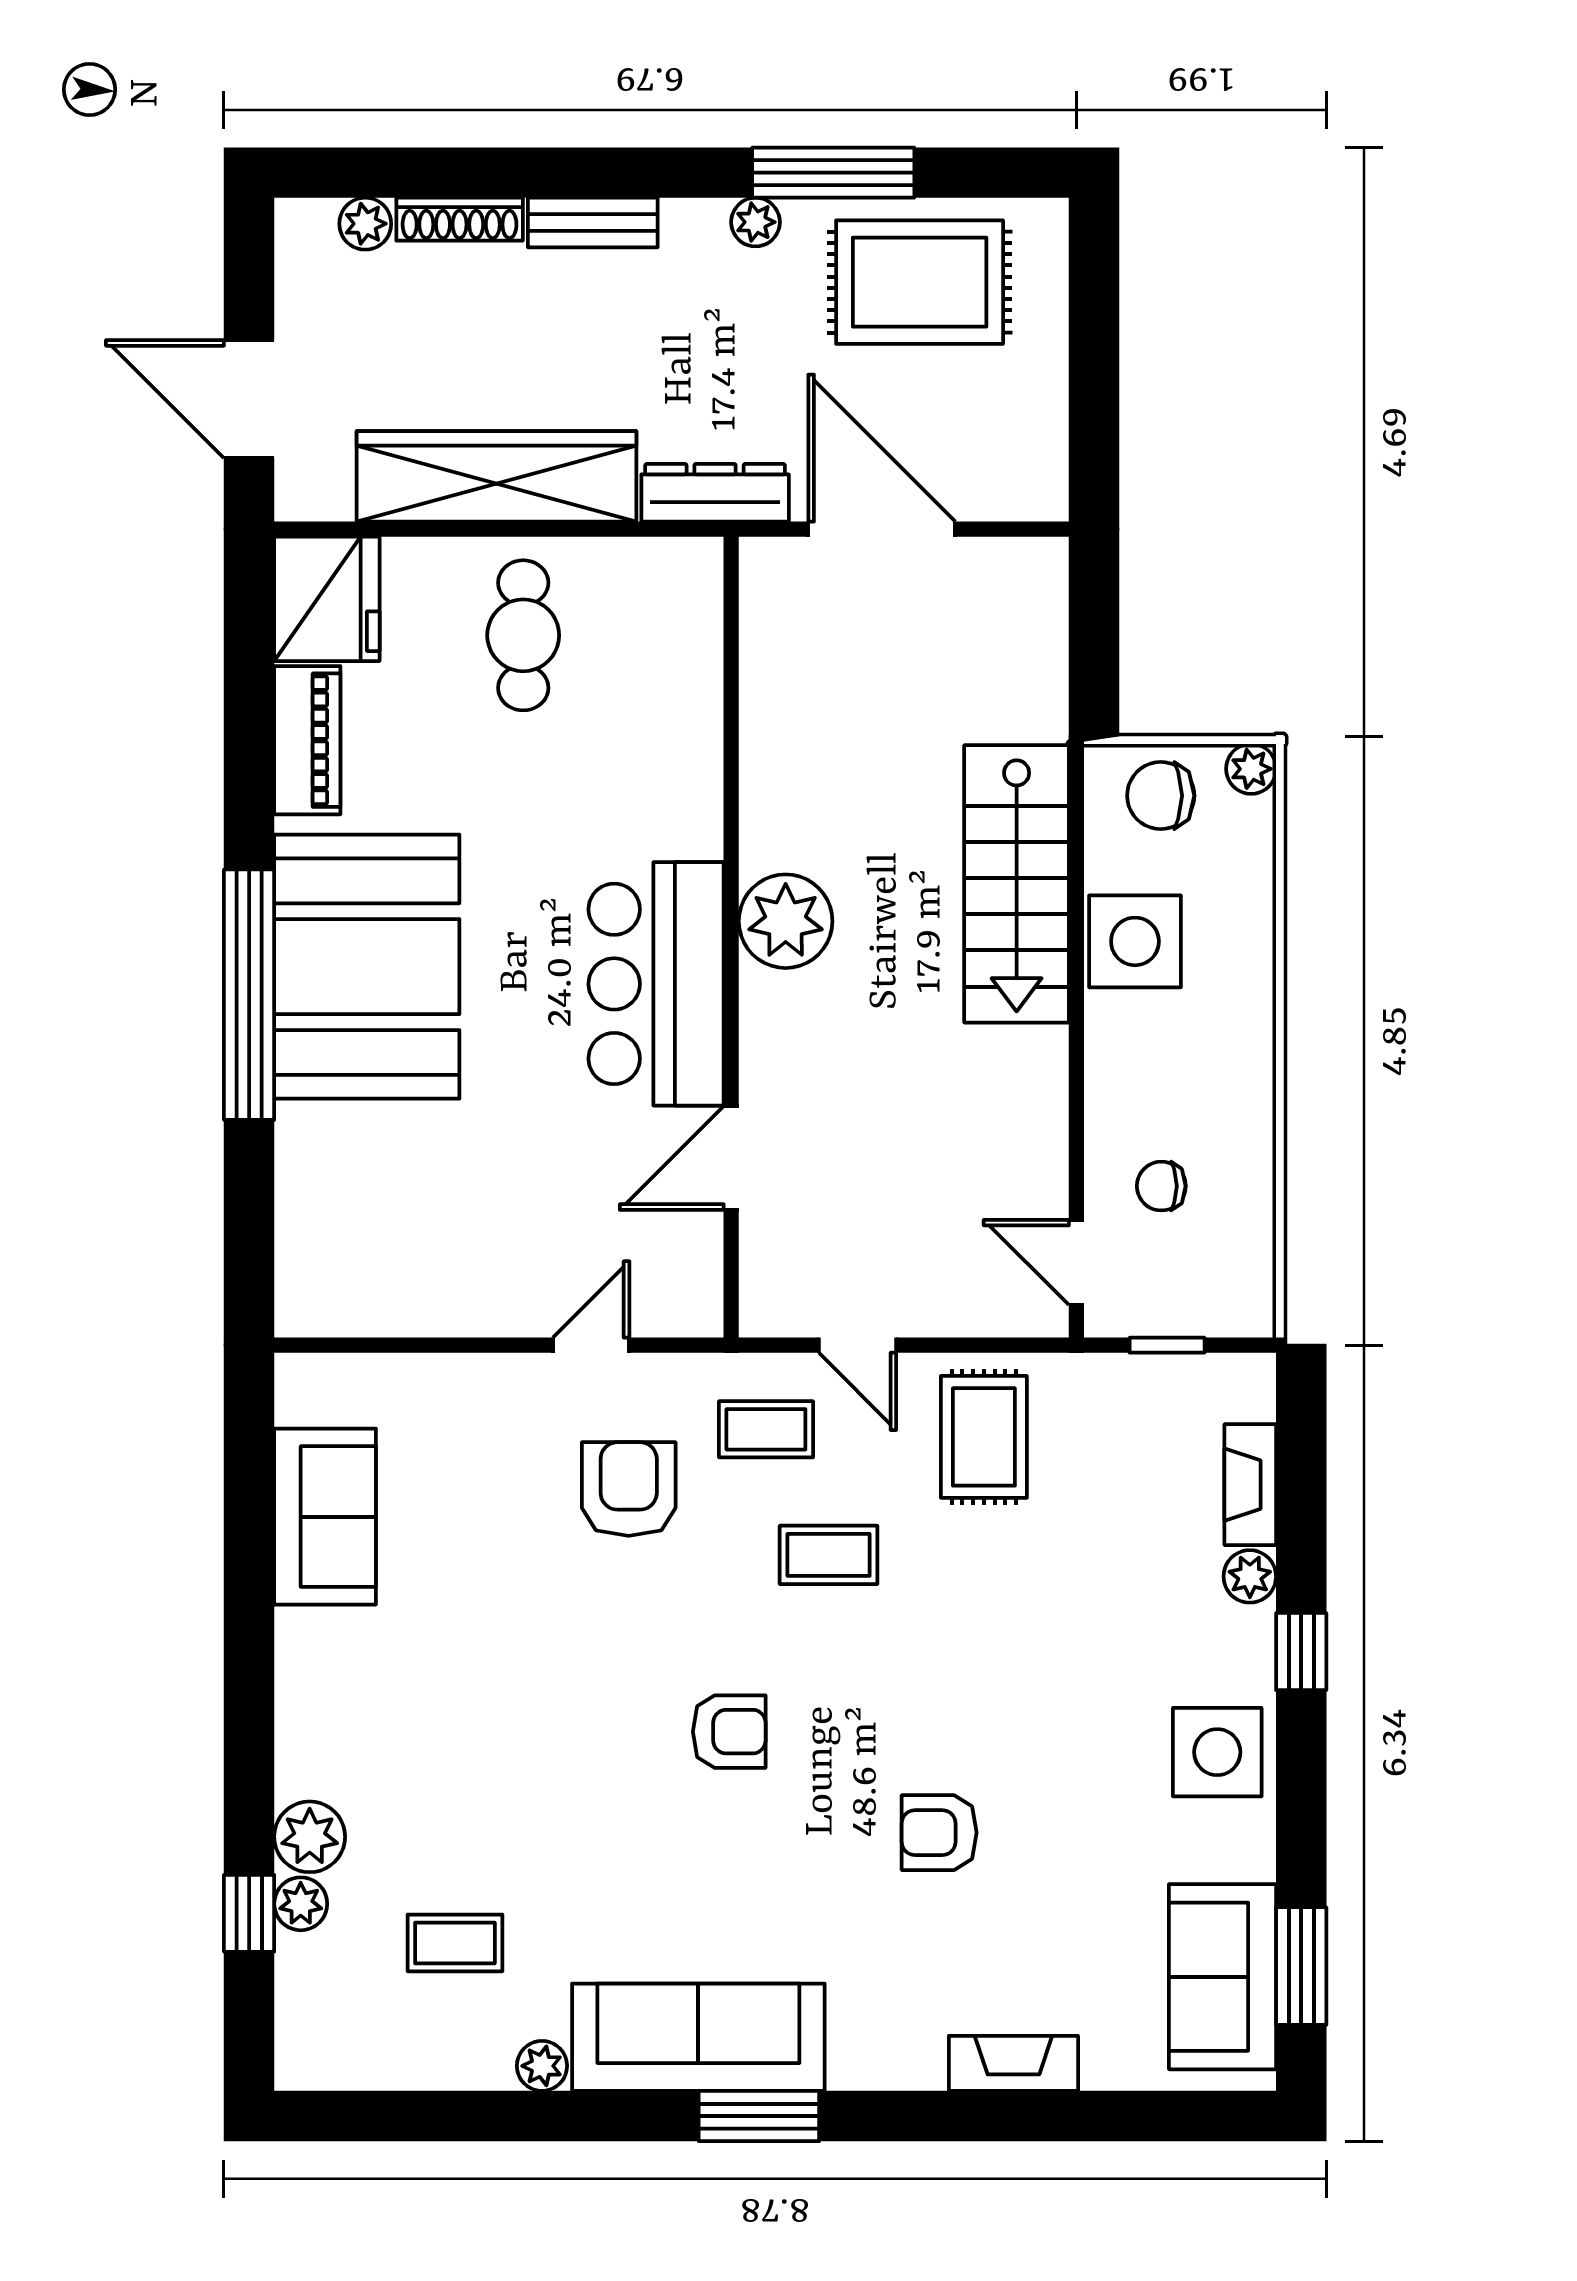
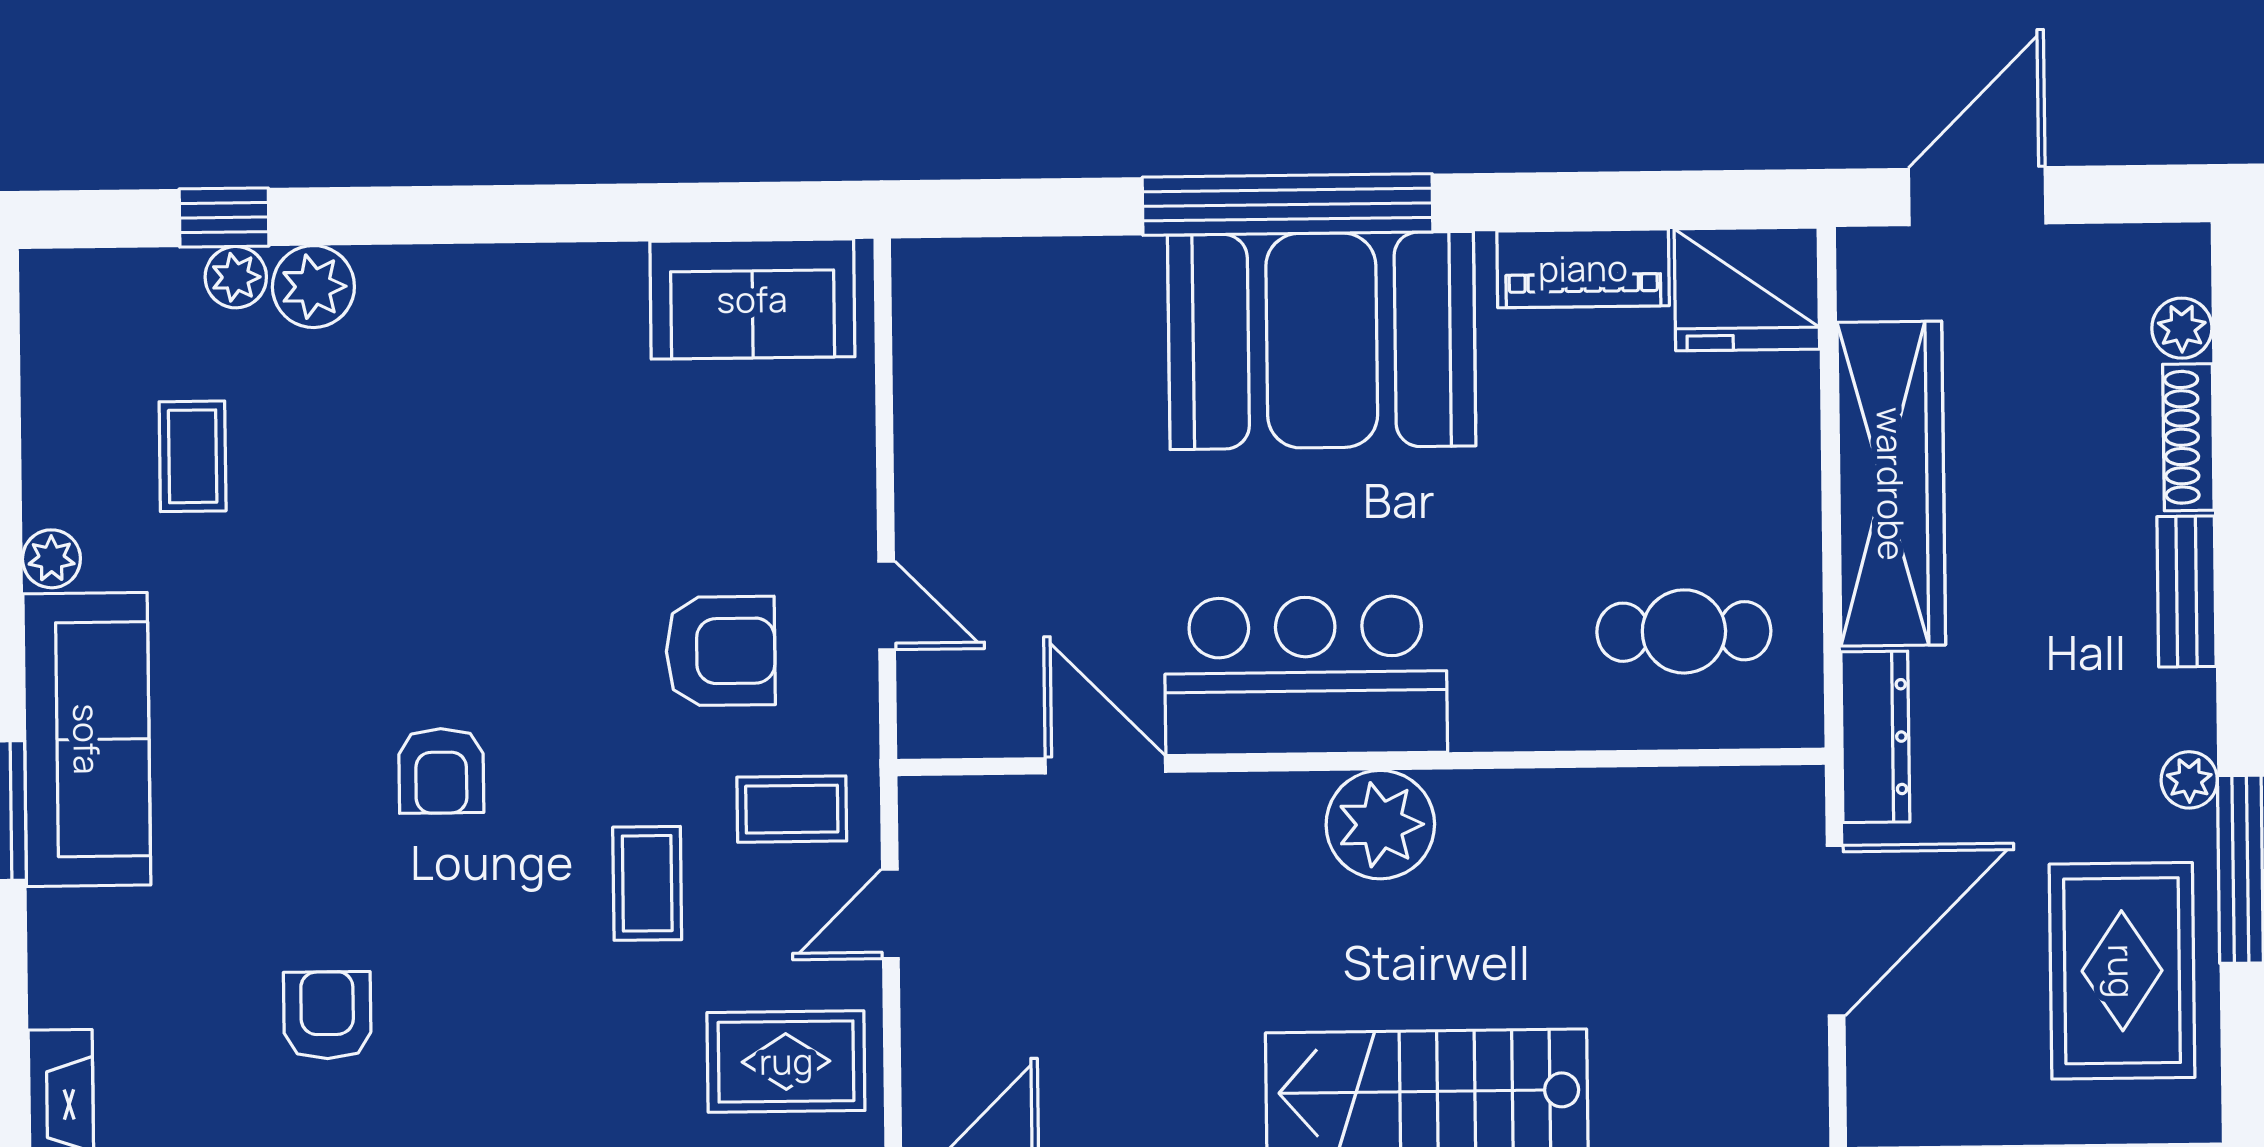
cafe table: (523, 635) -> (1684, 631), moved
coffee table: (766, 1429) -> (792, 809), turned 90
sofa: (325, 1517) -> (752, 299), moved

